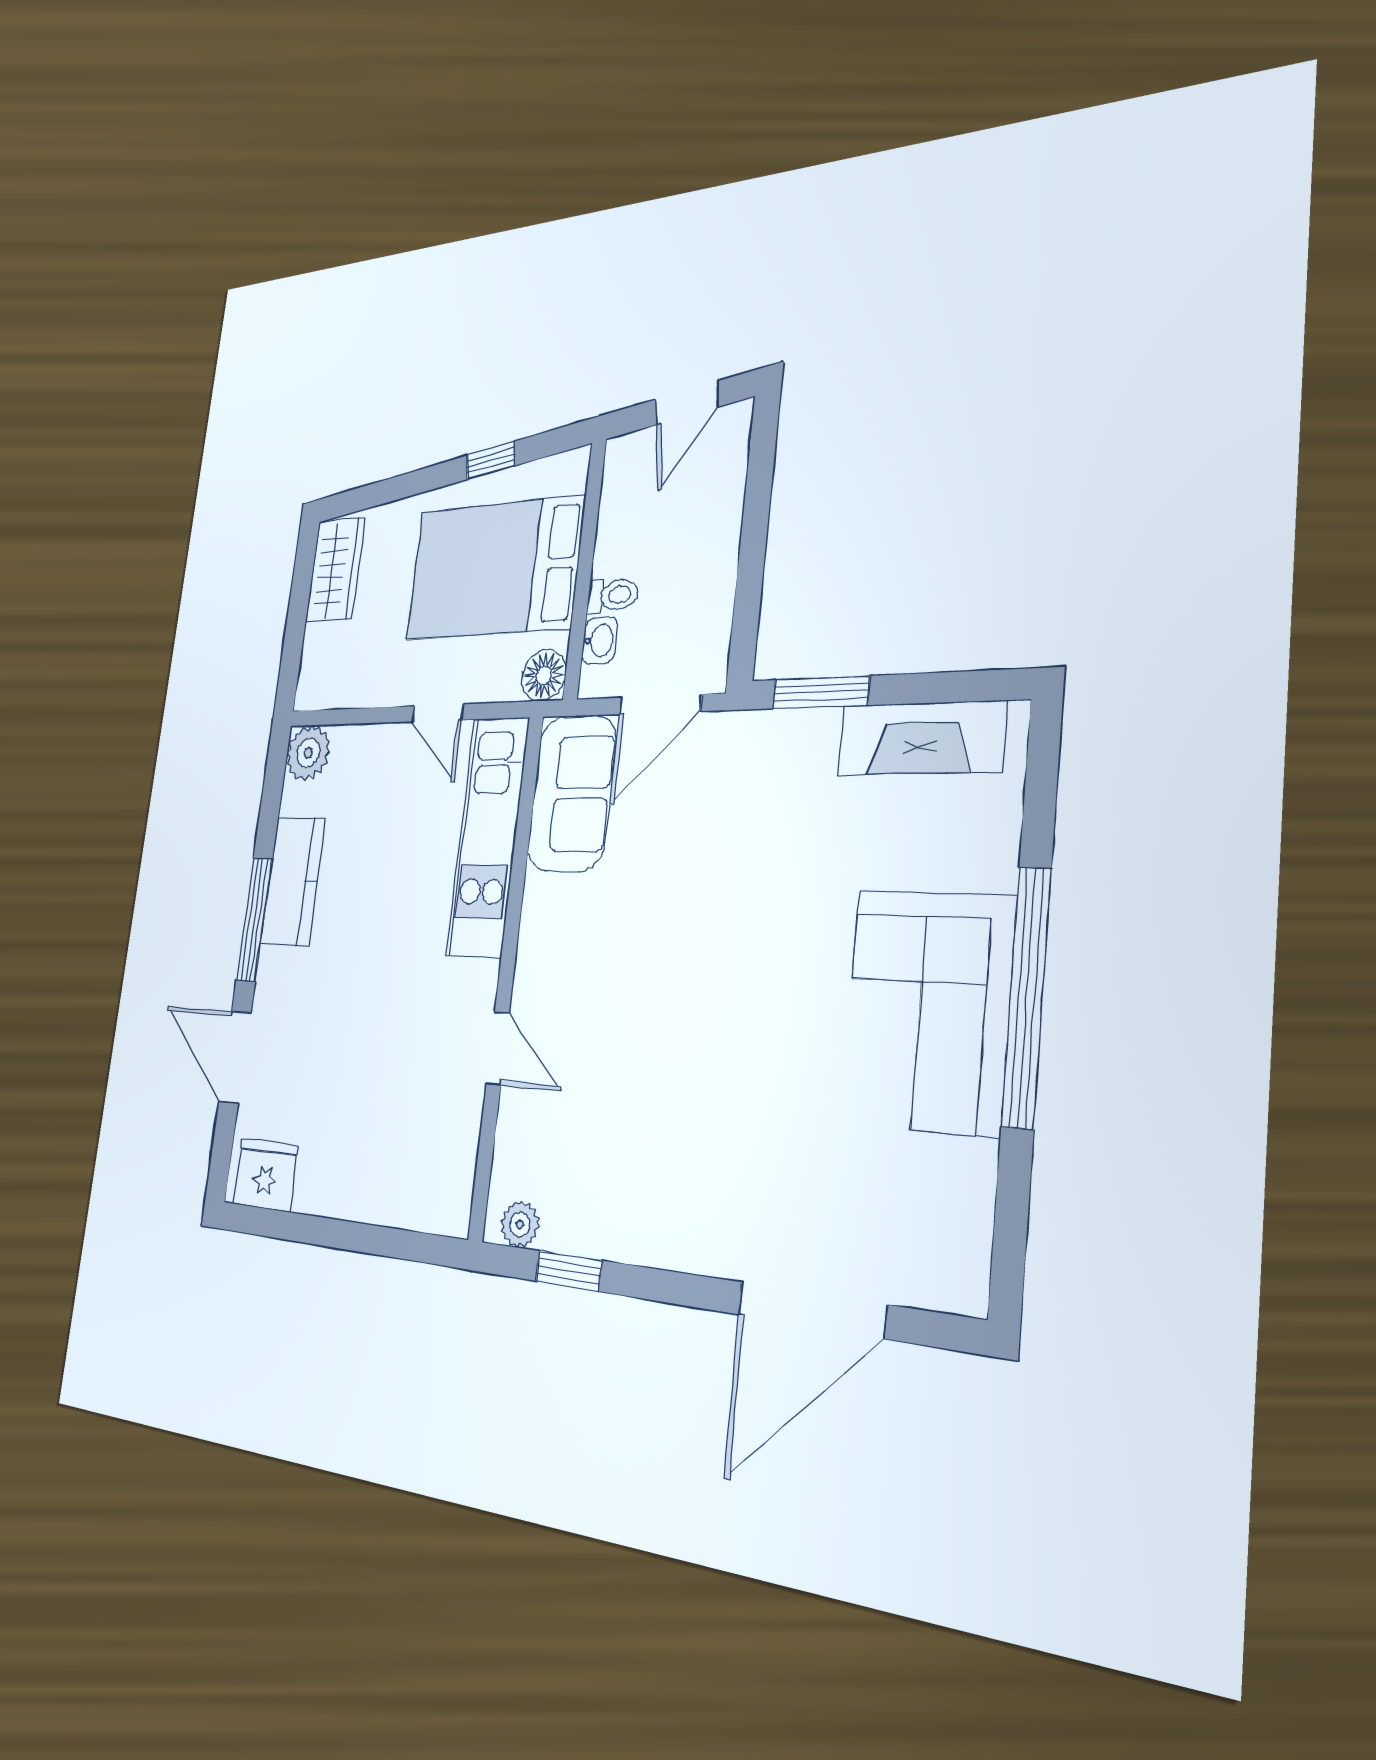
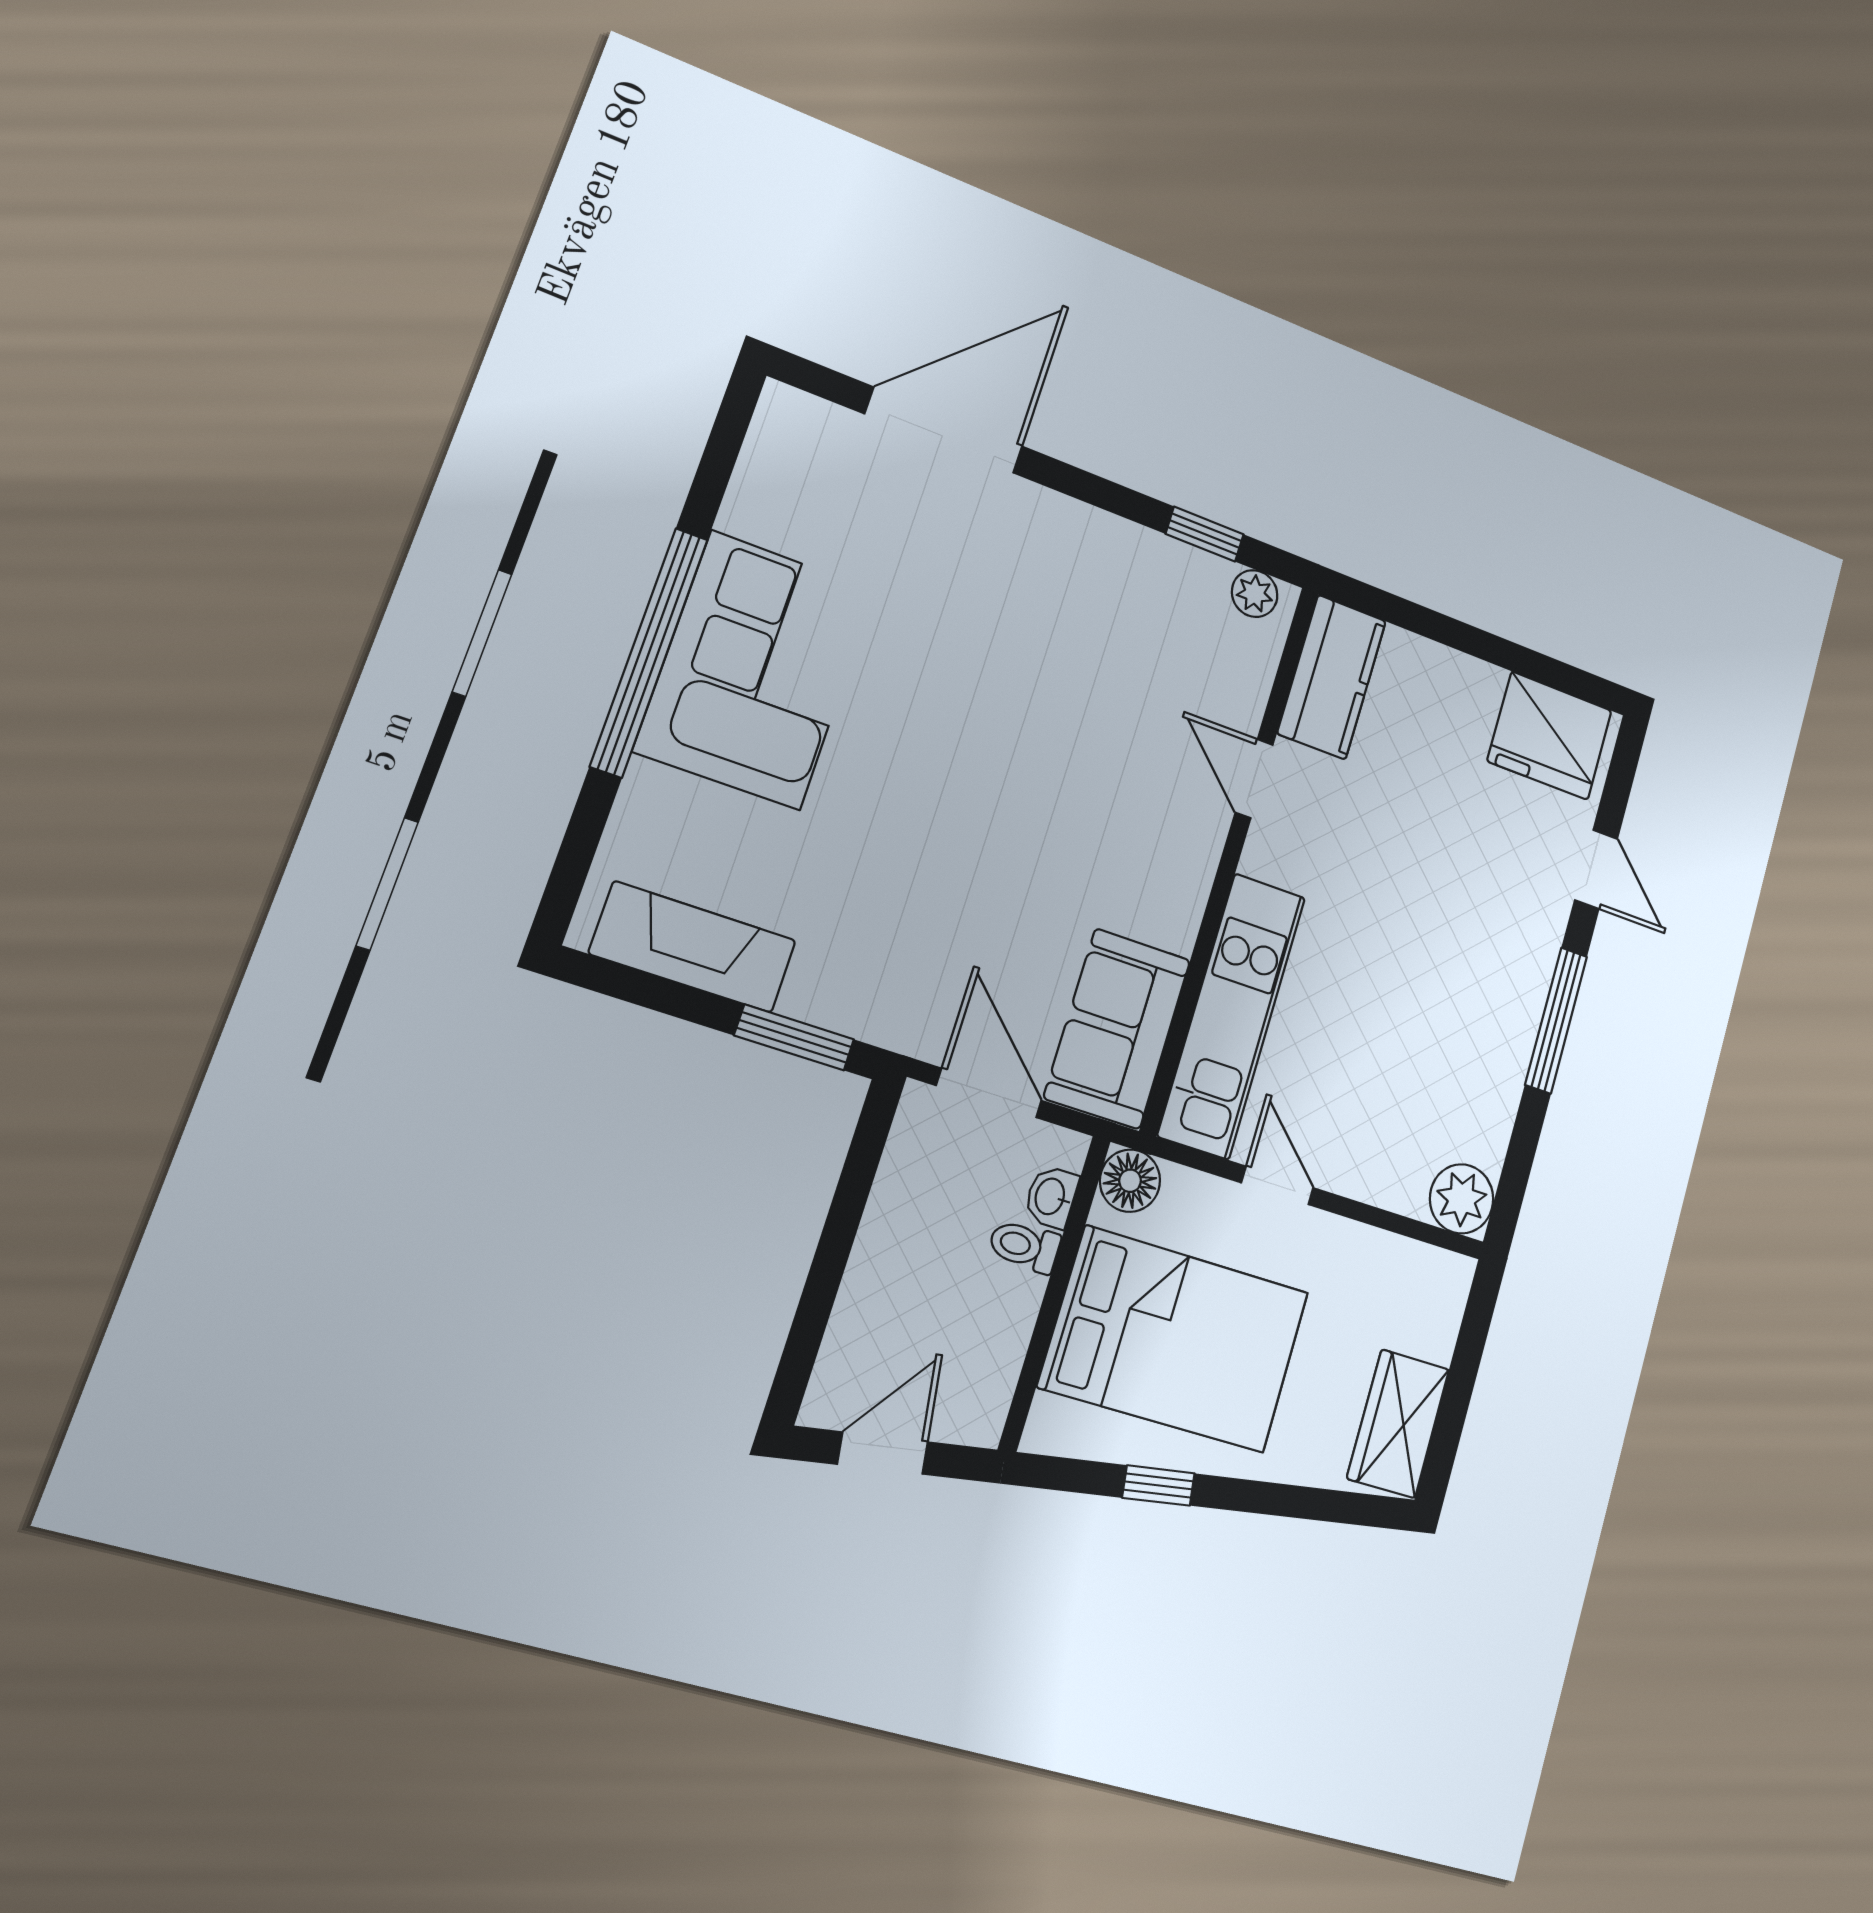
door: (660, 704) -> (989, 1093), hinge flipped
kitchen counter: (293, 881) -> (1332, 677), moved, turned 180
door: (235, 1057) -> (1596, 869), width x0.73
fridge: (265, 1175) -> (1550, 736), width x1.36, depth x1.34

